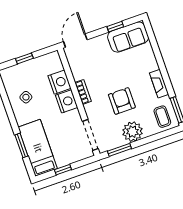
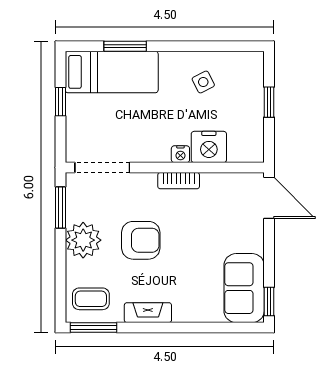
window: (115, 27) -> (269, 302), moved
nightstand: (66, 101) -> (180, 154), width x0.53, depth x0.56

